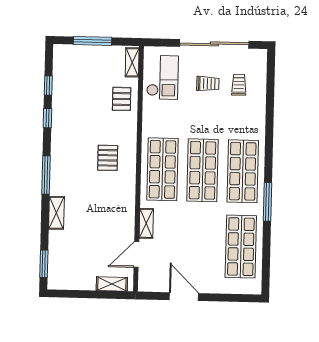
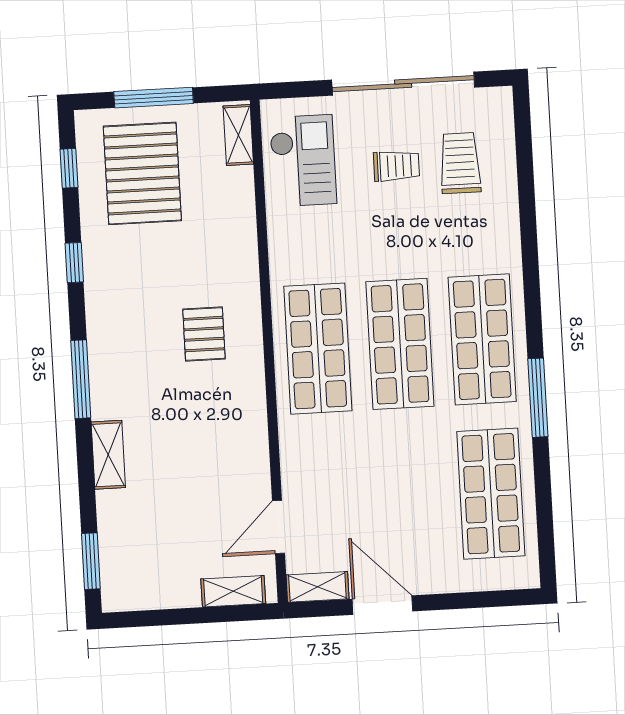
window: (48, 85) -> (69, 168), moved
trolley: (239, 85) -> (460, 163), width x1.36, depth x1.39
pallet: (122, 99) -> (142, 173), moved, width x2.05, depth x2.00
shelving: (146, 223) -> (317, 587), moved, turned 90

